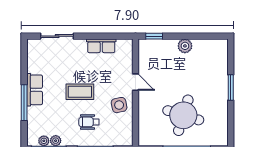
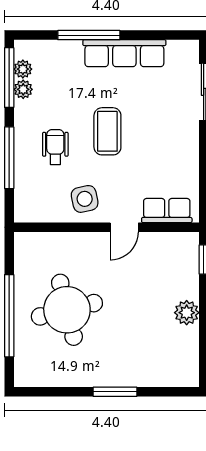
row of seats: (101, 46) -> (167, 211), moved, turned 90
row of seats: (35, 90) -> (124, 53), width x1.48
round table: (183, 115) -> (67, 310), turned -31

